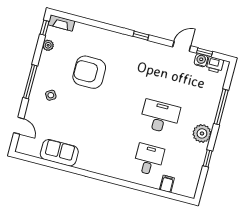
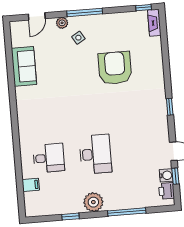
plant: (48, 45) -> (62, 23), moved

